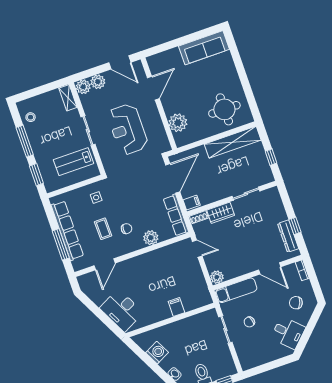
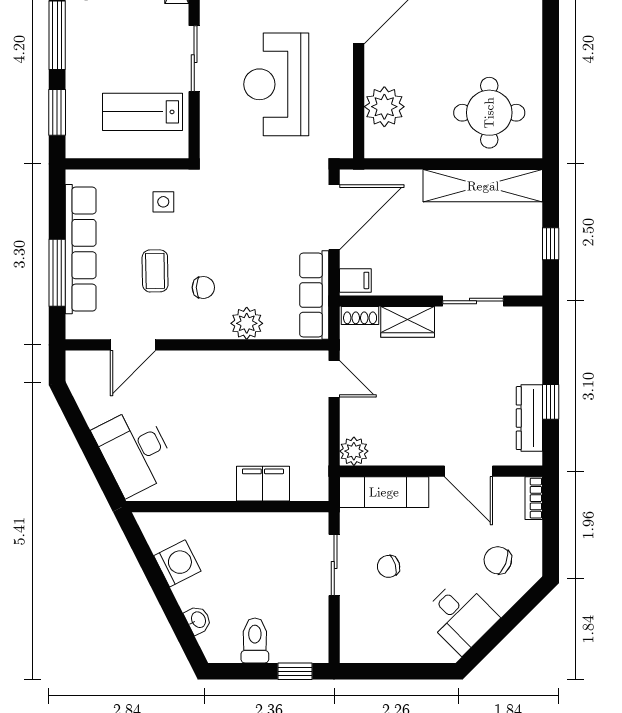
filing cabinet: (176, 307) -> (263, 484), width x2.00

